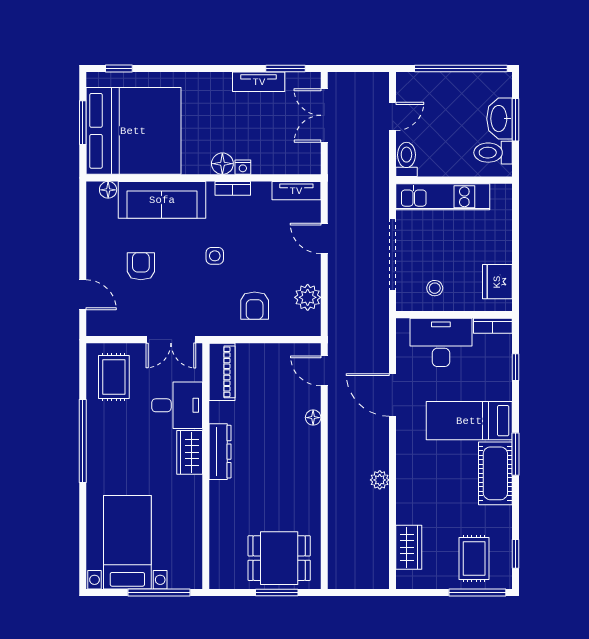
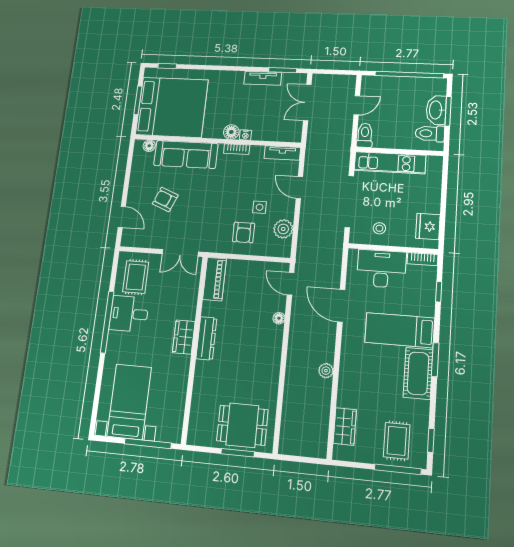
side table: (215, 256) -> (260, 207), moved
armchair: (141, 266) -> (165, 199), turned -68
desk: (177, 405) -> (129, 314), moved, turned 180

